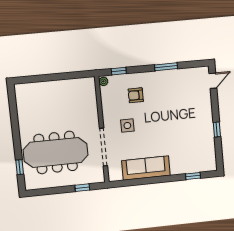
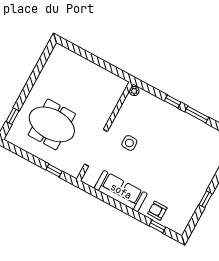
window: (119, 71) -> (173, 102), moved
armchair: (136, 95) -> (157, 211), moved
meeting table: (56, 152) -> (52, 124), width x0.73

